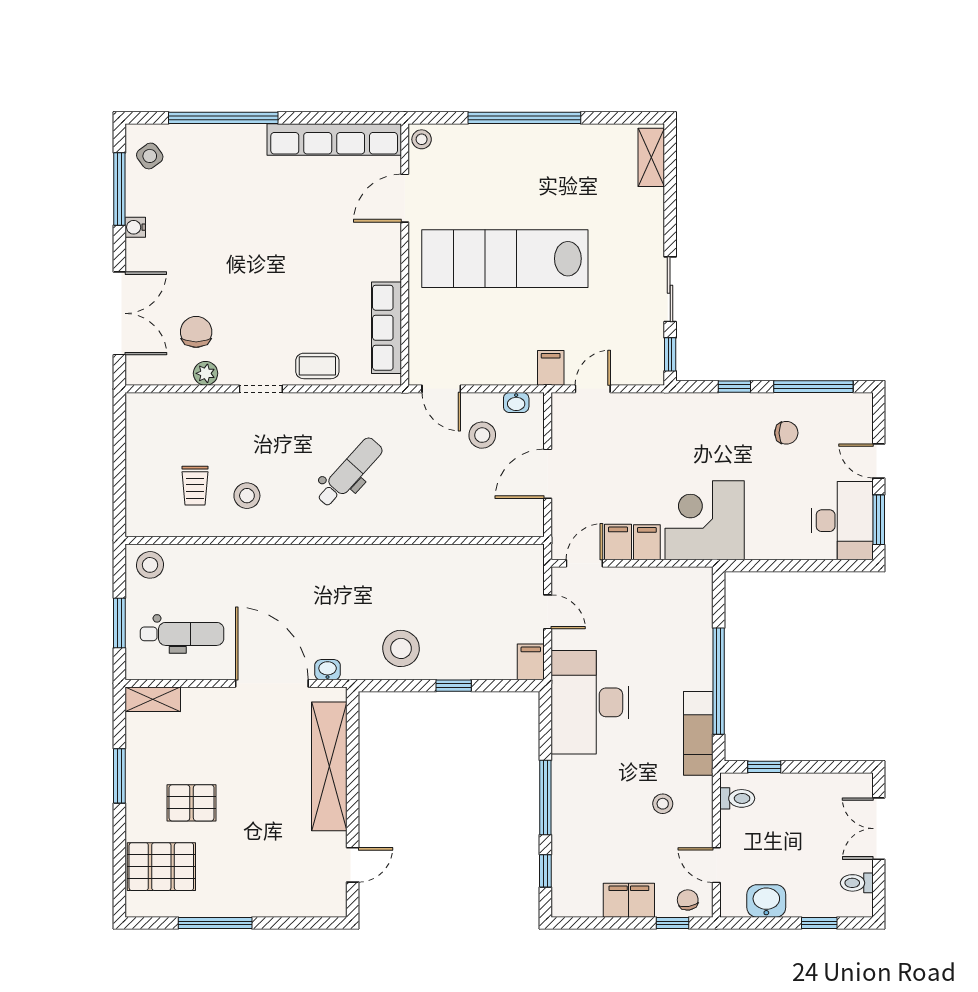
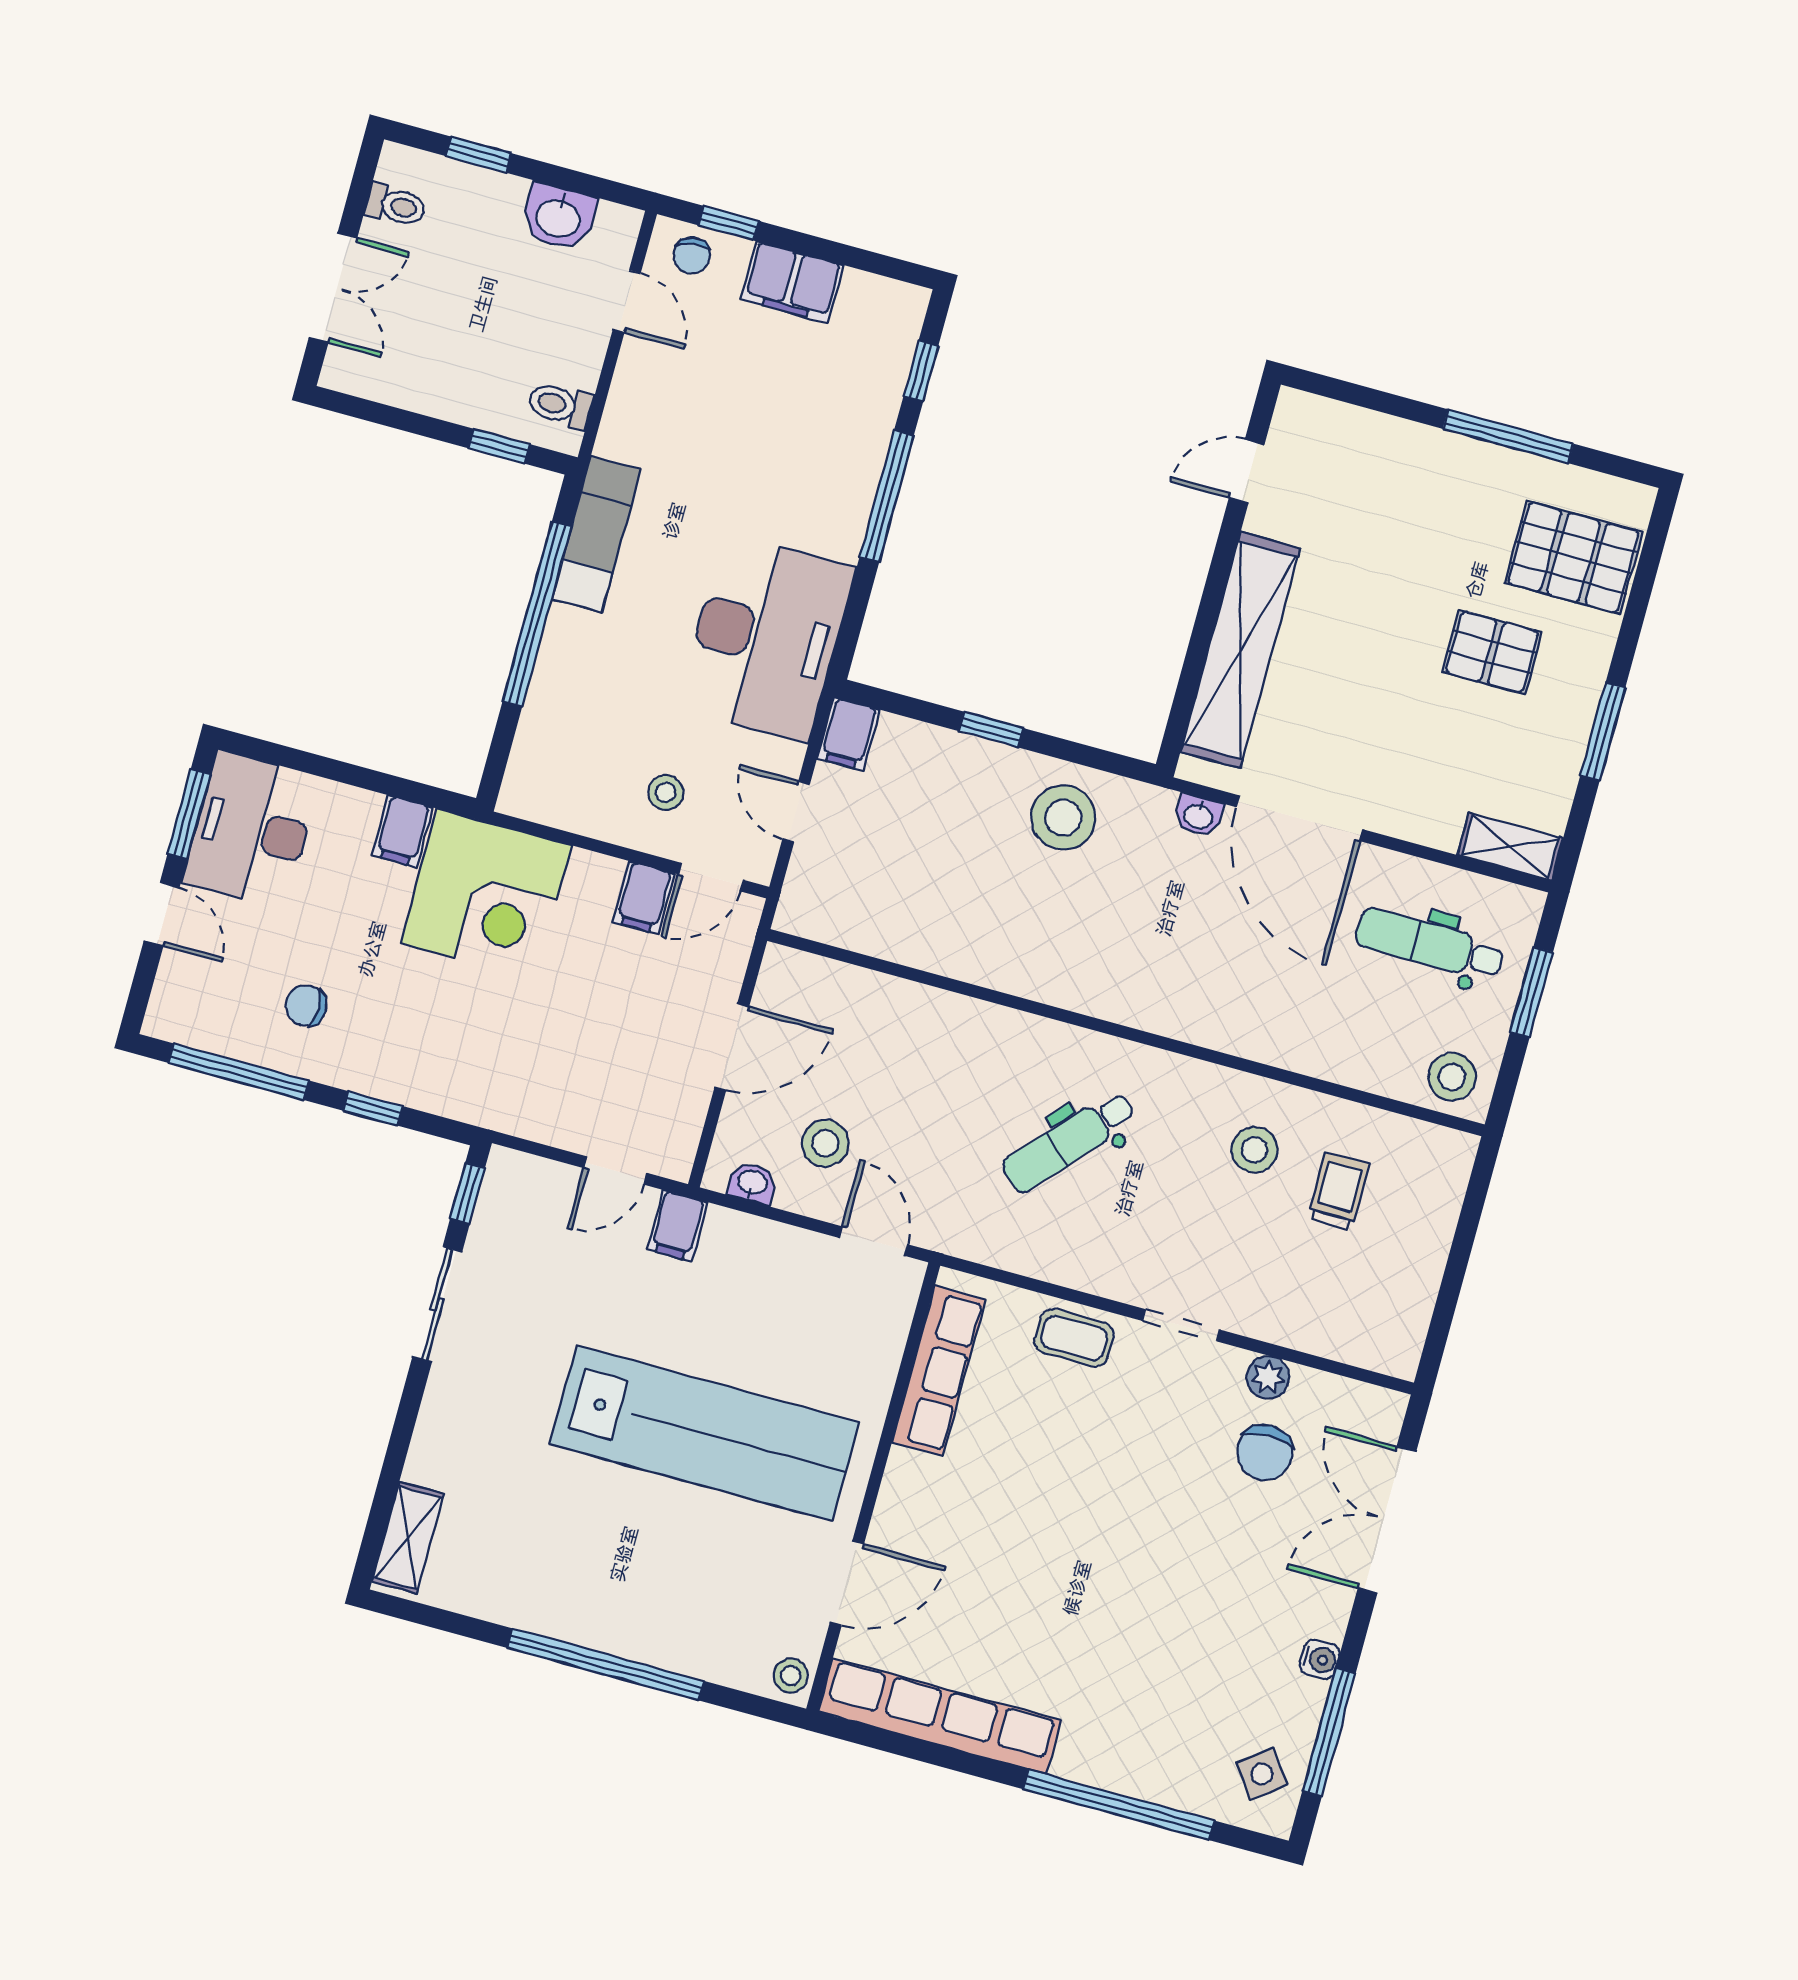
filing cabinet: (647, 542) -> (402, 831), moved
stool: (663, 804) -> (666, 792), moved

